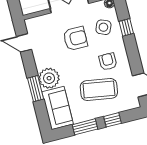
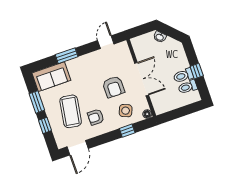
armchair: (108, 62) -> (96, 117), turned 180
plant: (49, 78) -> (77, 67), removed

